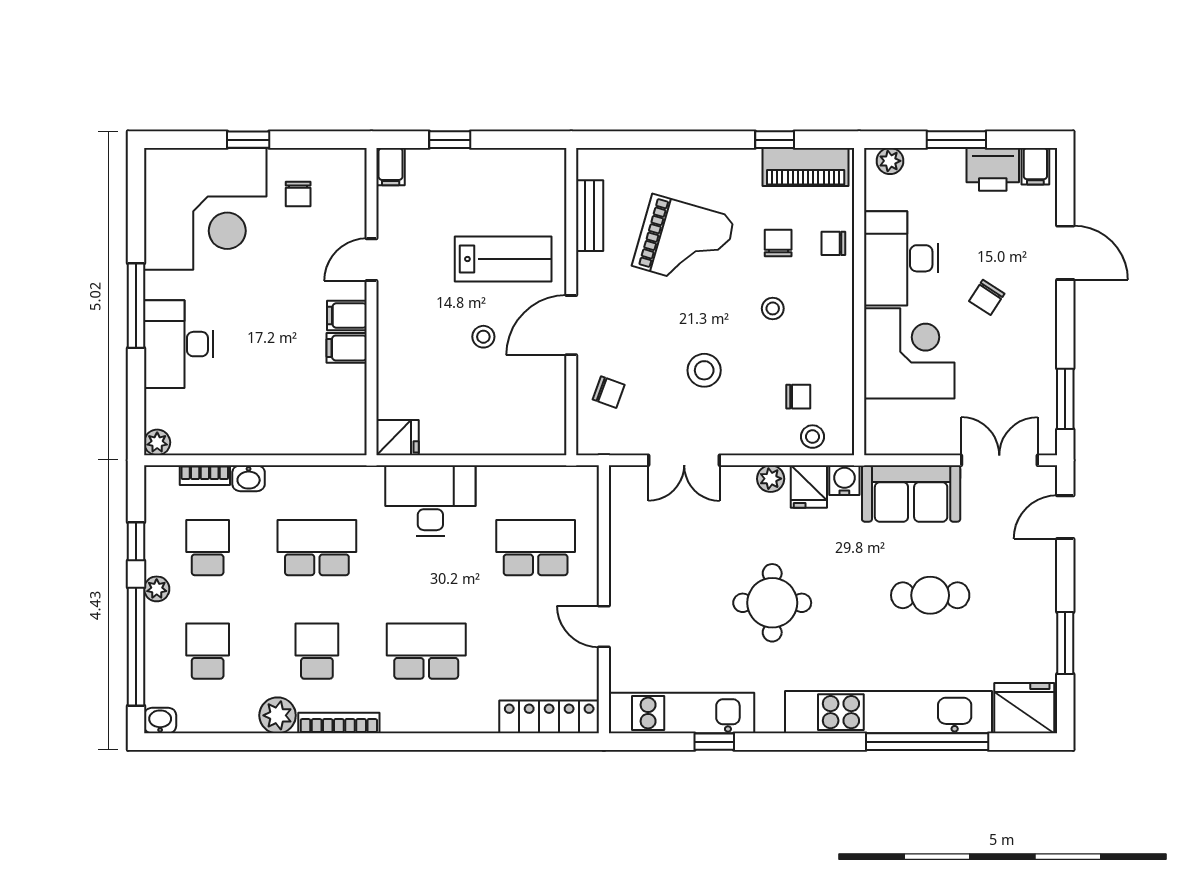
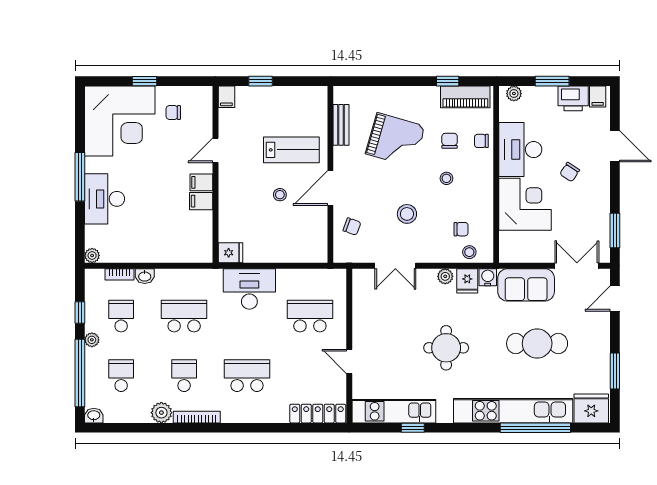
chair: (298, 194) -> (173, 113), turned 90
cafe table: (930, 595) -> (537, 343), width x1.37, depth x1.35

